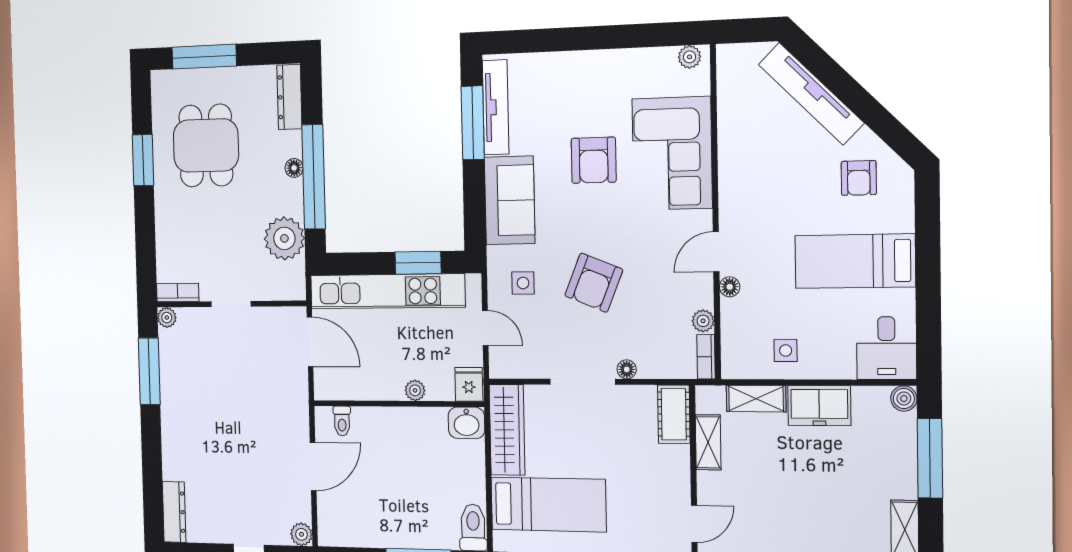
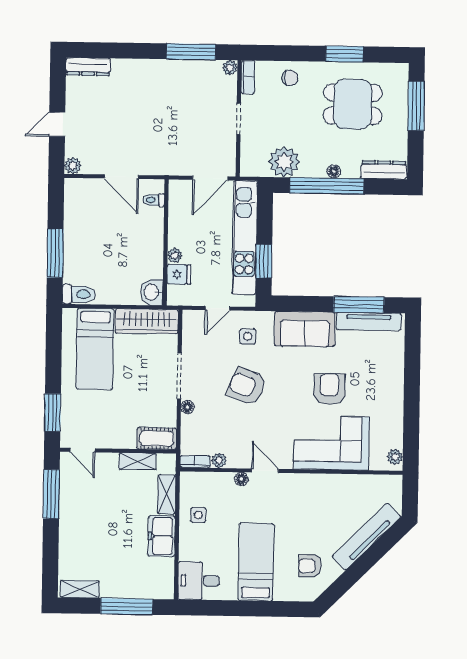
armchair: (594, 160) -> (329, 389), turned 90
chair: (176, 234) -> (290, 78), added
fridge: (469, 384) -> (179, 274), moved
boiler: (904, 399) -> (166, 591), removed

